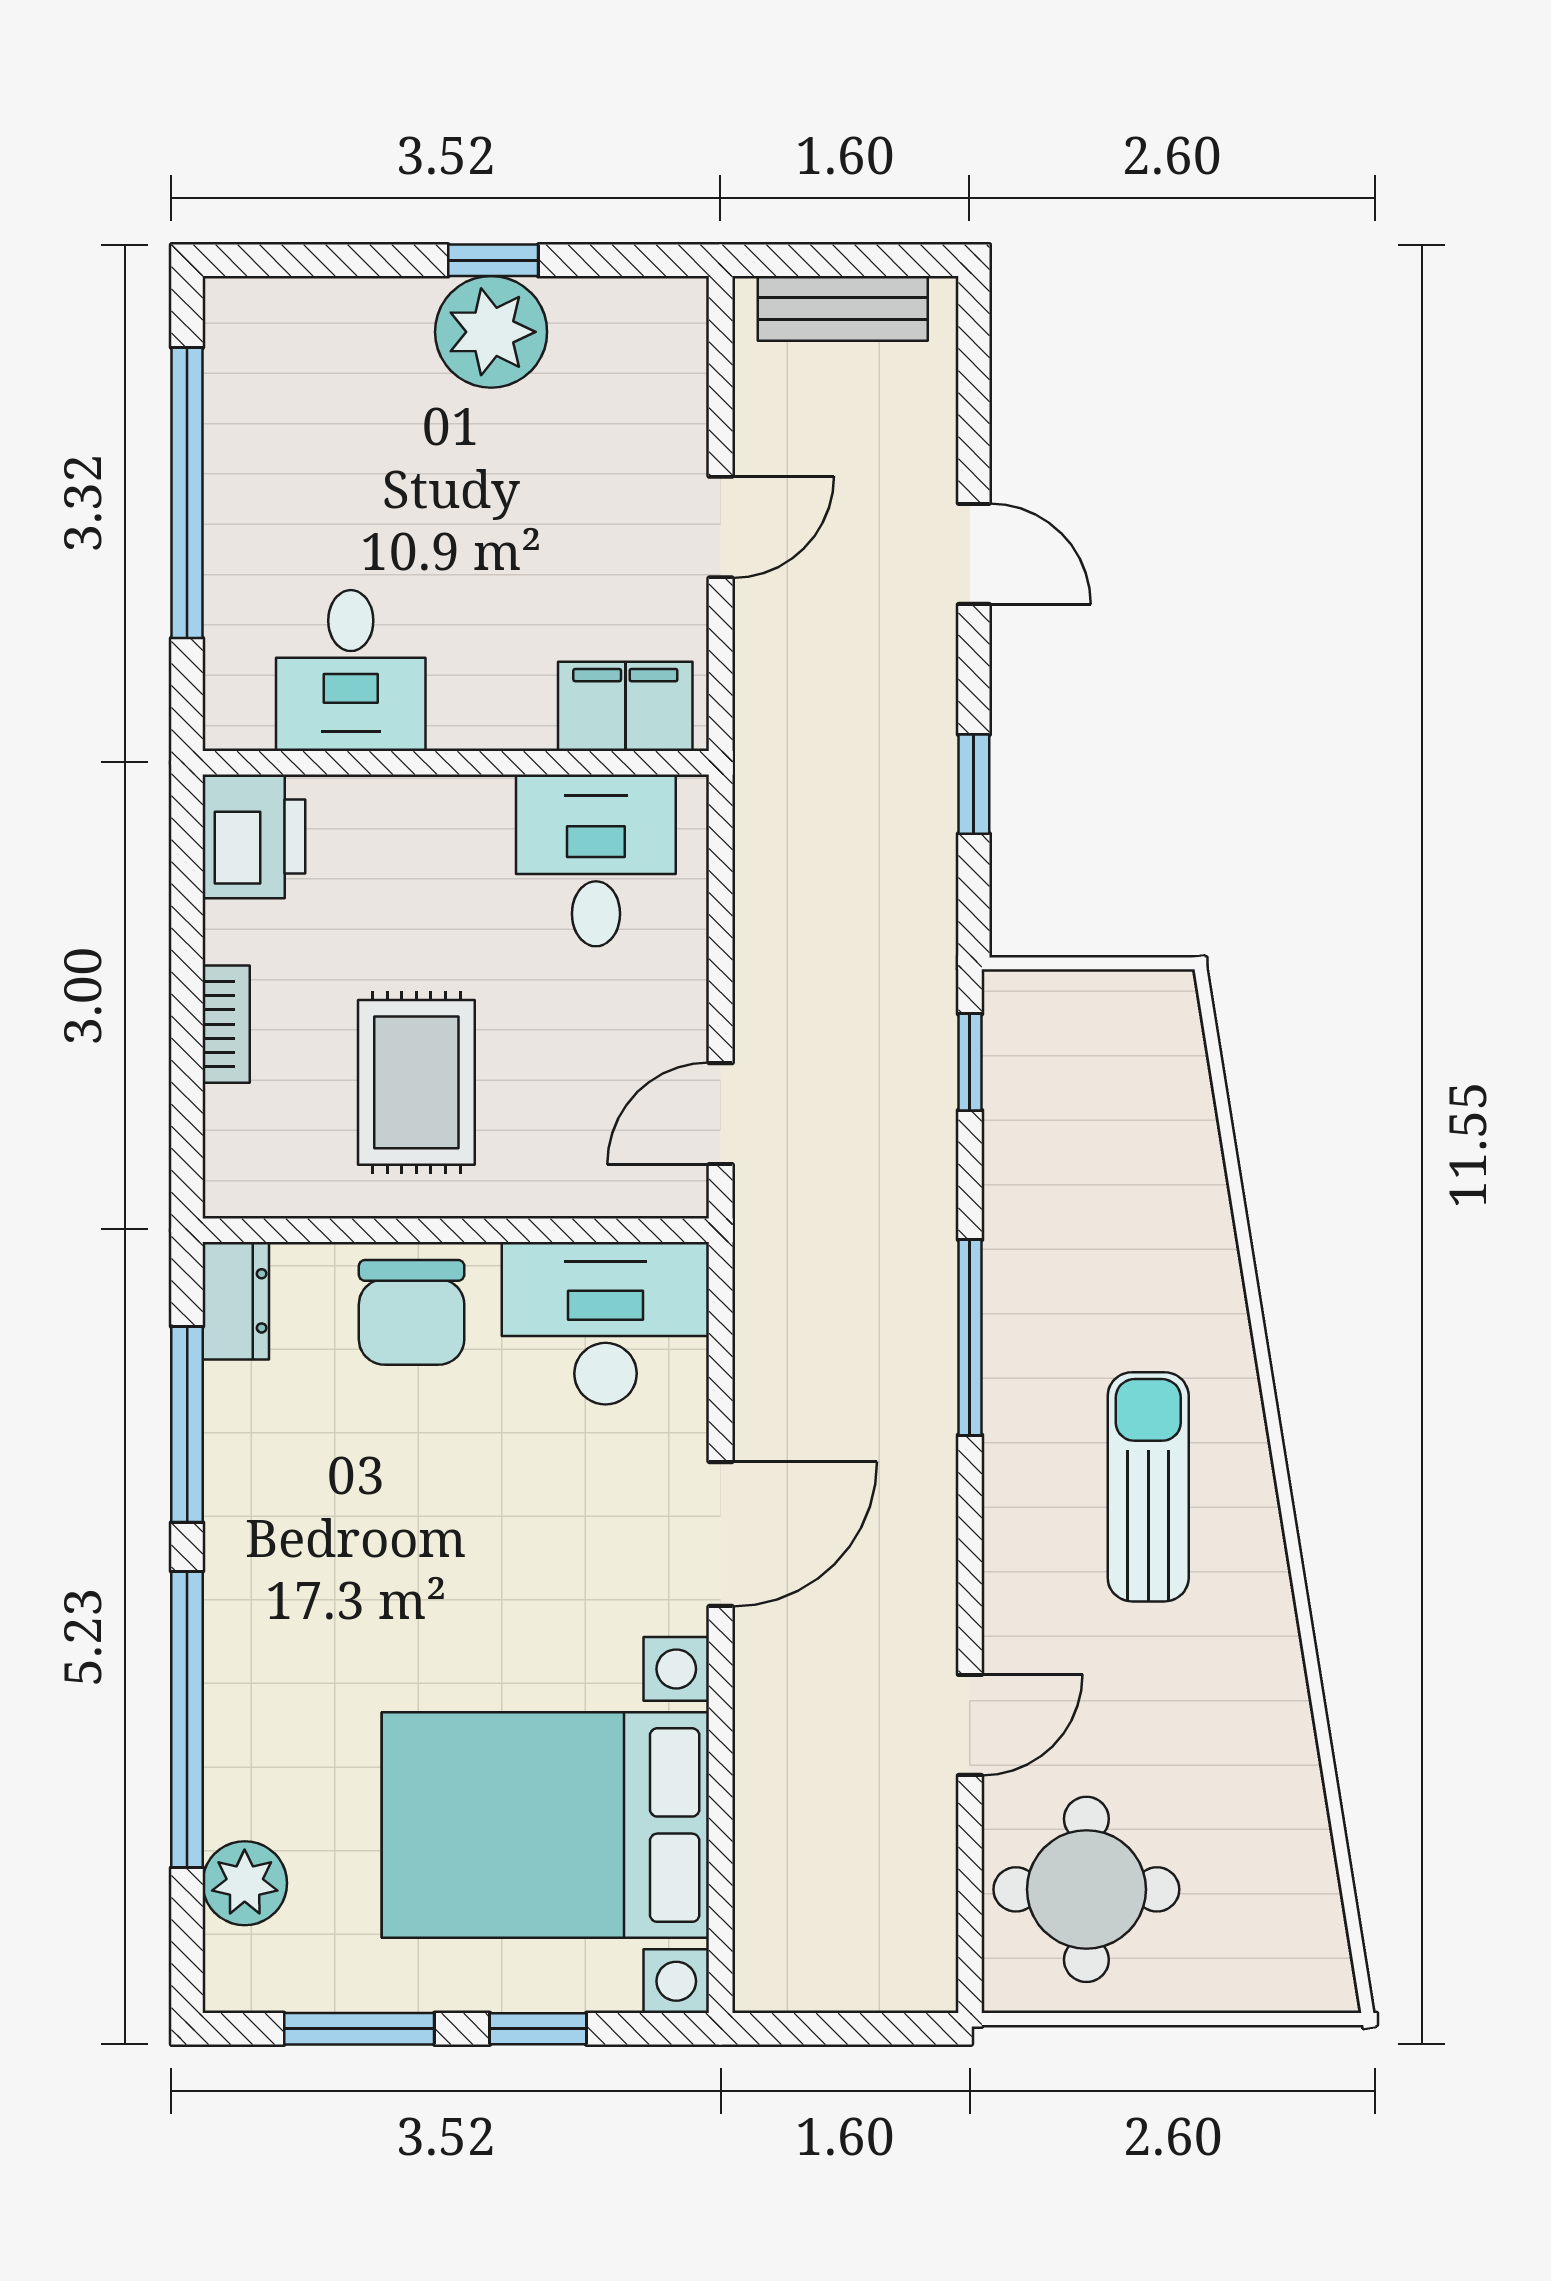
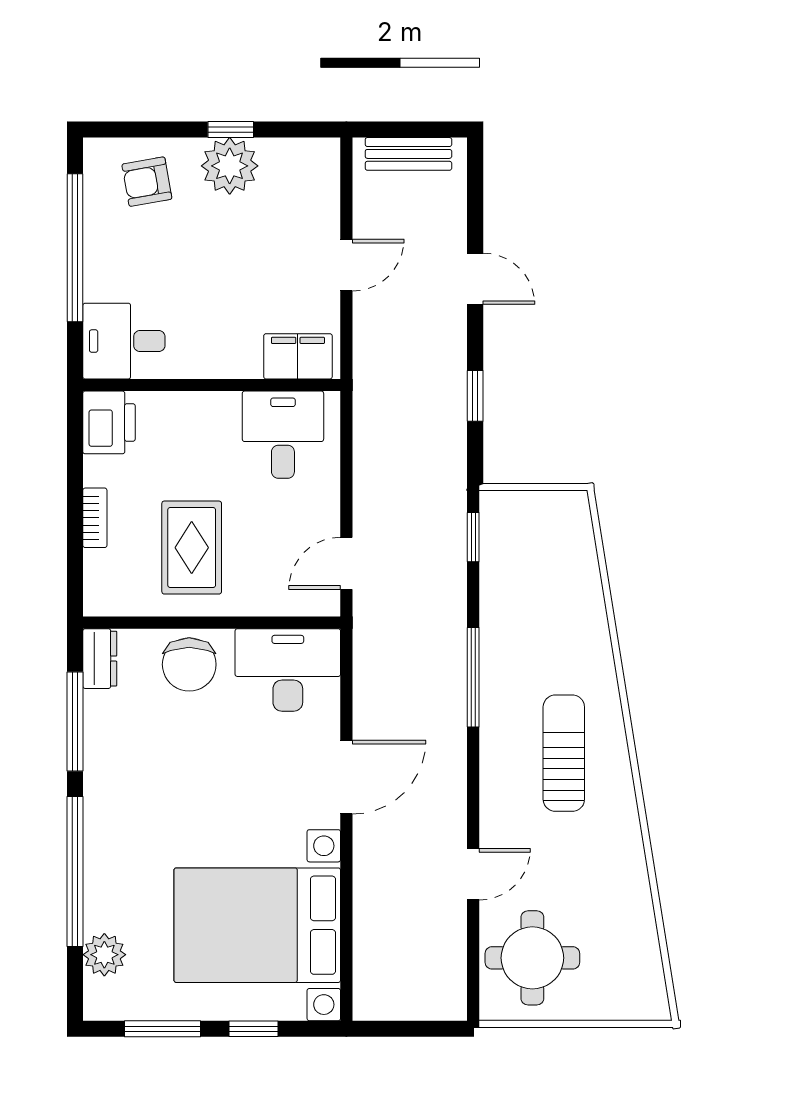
armchair: (328, 363) -> (147, 182), added
desk: (351, 671) -> (124, 341), moved, turned 90

